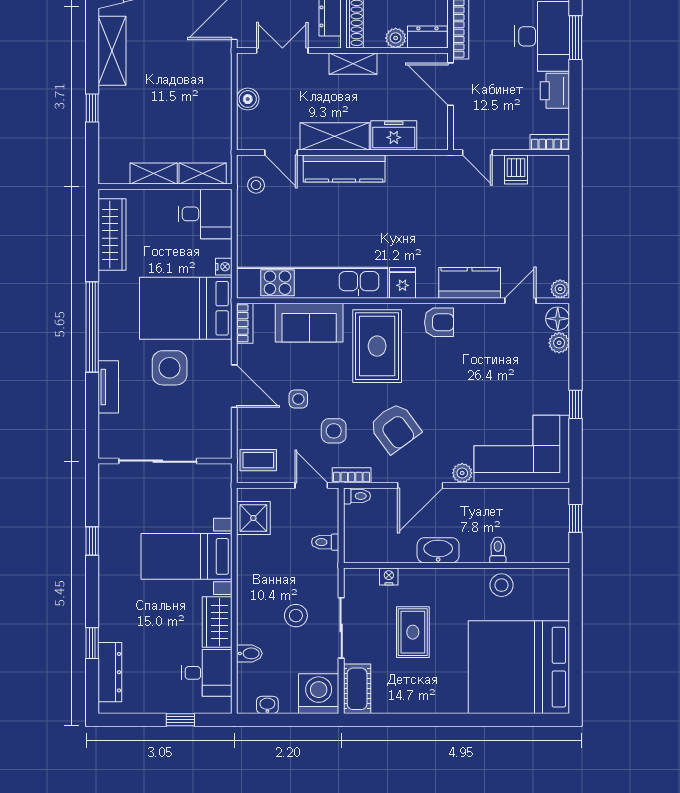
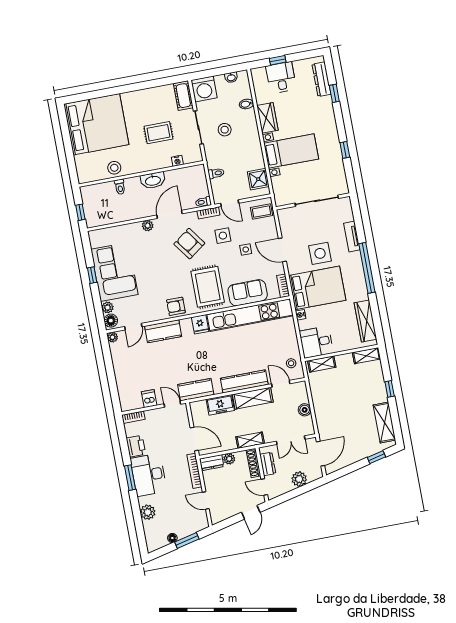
kitchen counter: (432, 170) -> (196, 390), added
shelving: (154, 174) -> (366, 356), moved
corner sofa: (522, 449) -> (114, 272), moved, turned -90
rug: (413, 632) -> (158, 133), turned 90
desk: (207, 673) -> (281, 78), moved, turned 90

